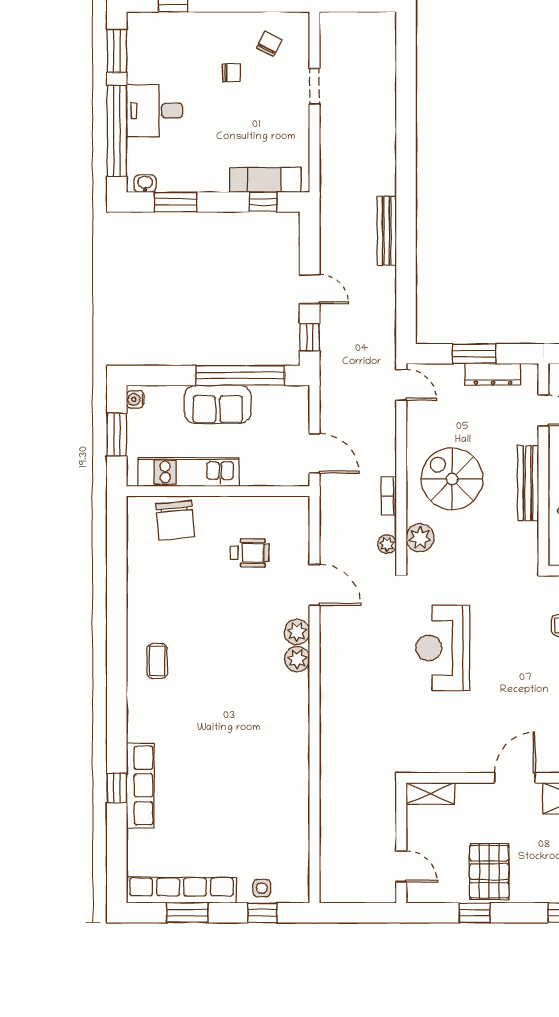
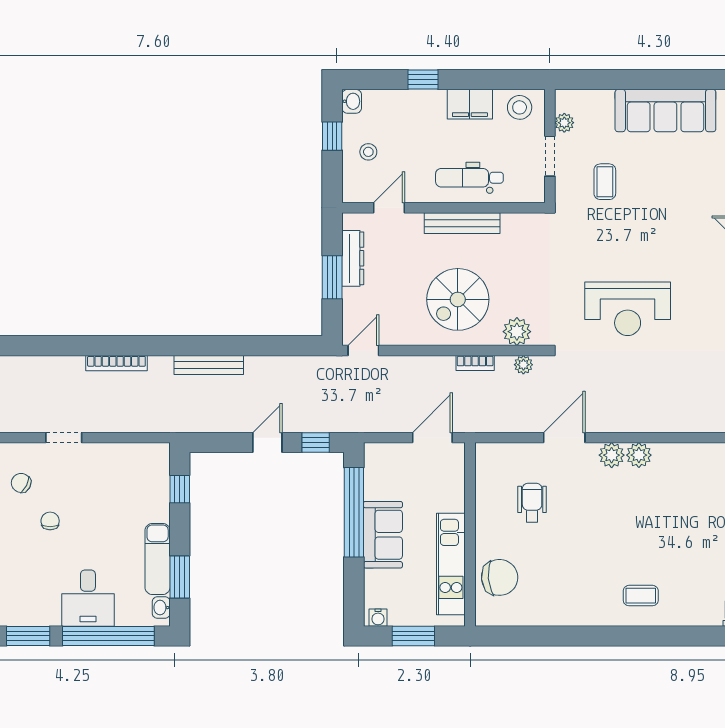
bookcase: (389, 139) -> (116, 363), added
exam couch: (265, 180) -> (158, 559), moved

